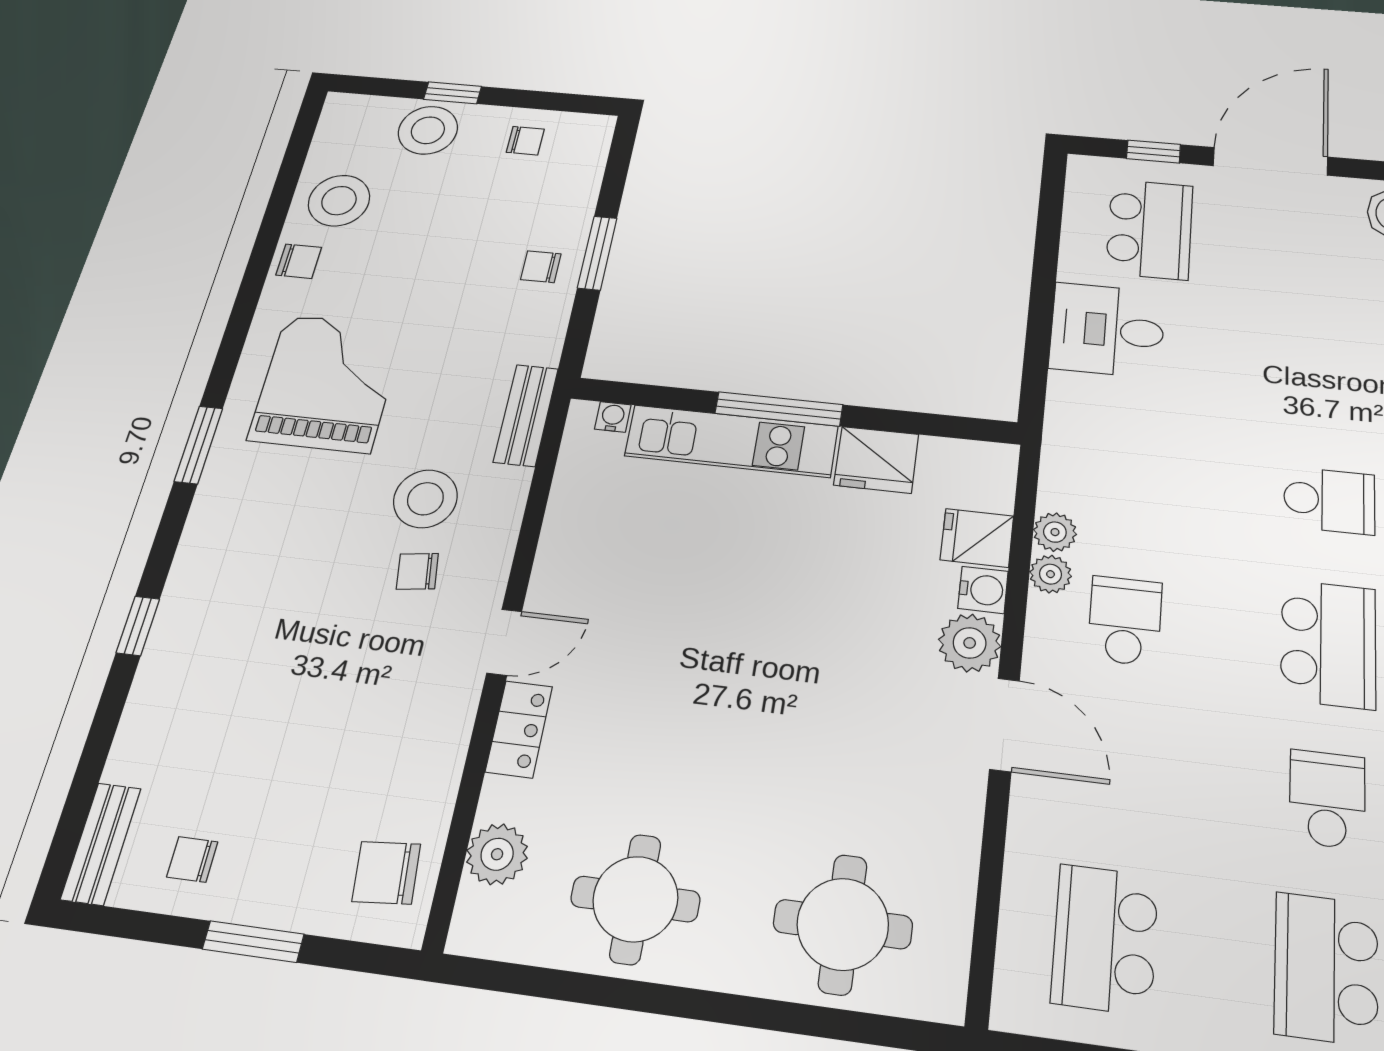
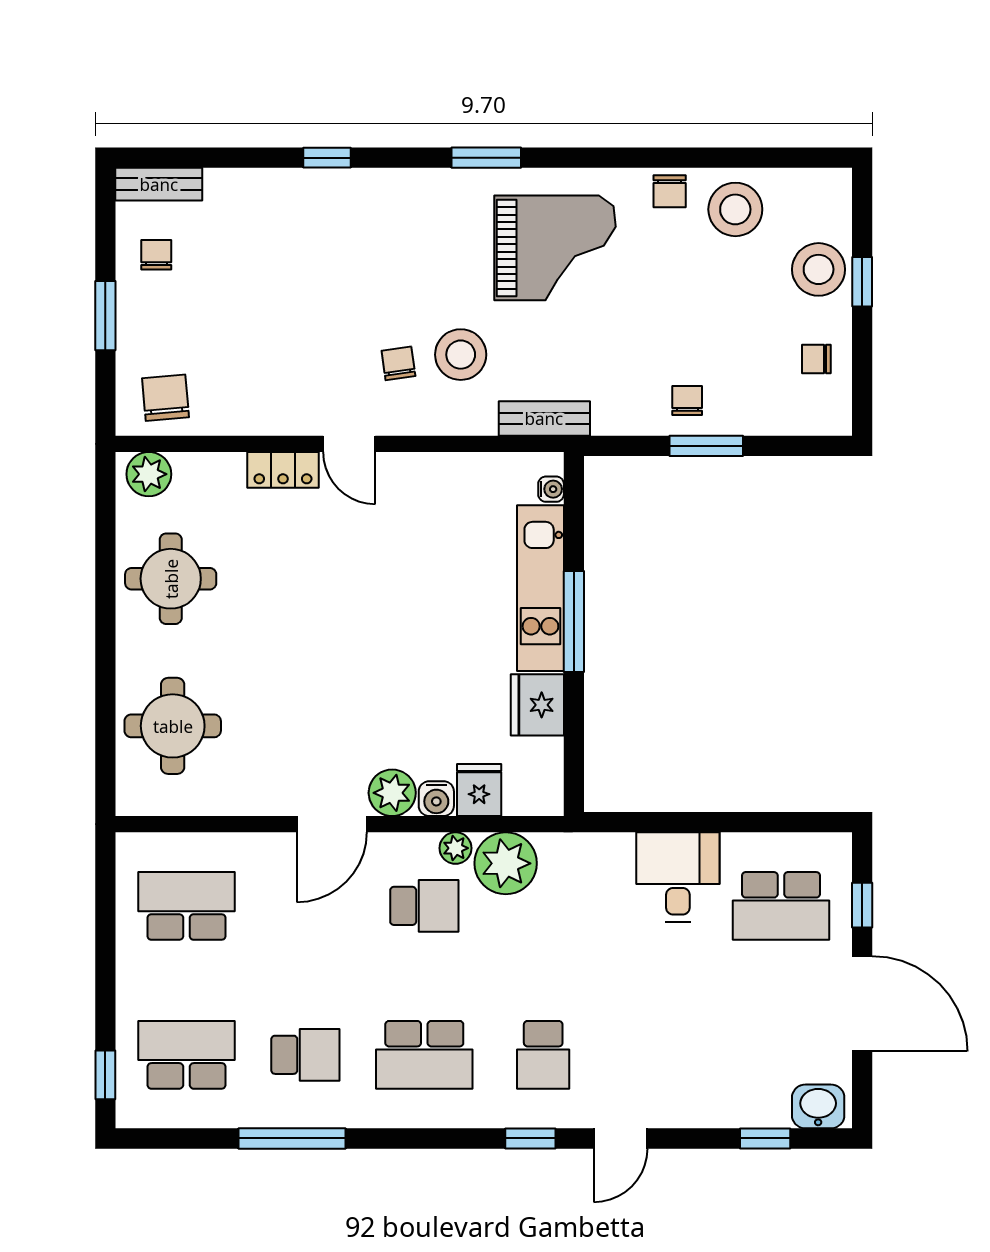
chair: (525, 141) -> (816, 359), turned 90
plant: (1055, 532) -> (506, 863), width x1.88, depth x1.88
plant: (497, 854) -> (149, 474), moved

